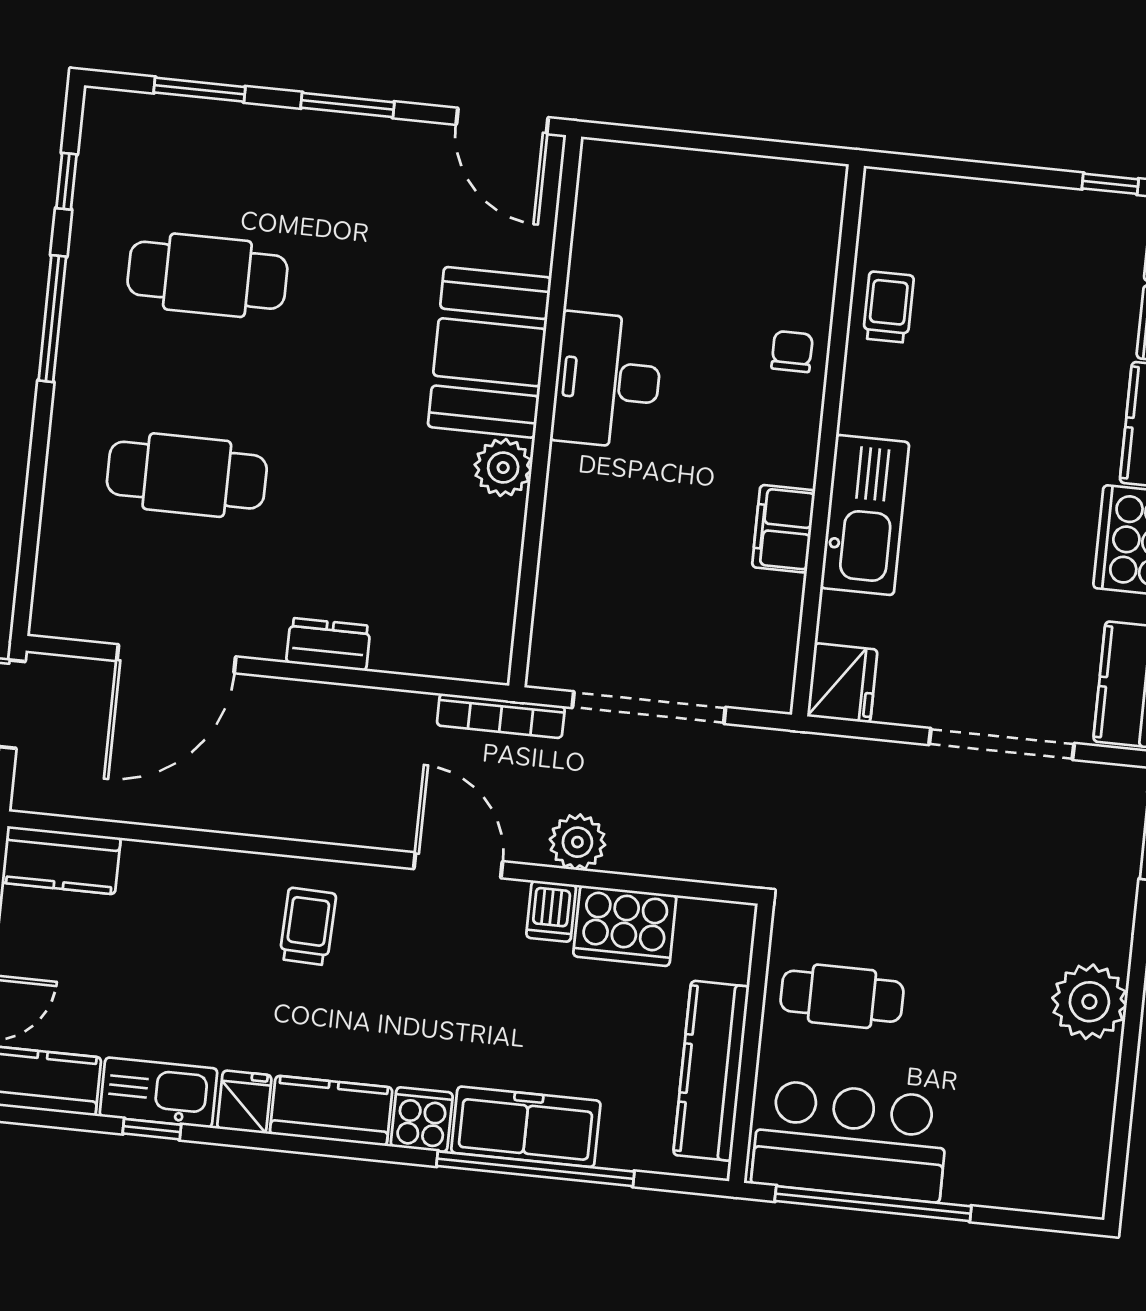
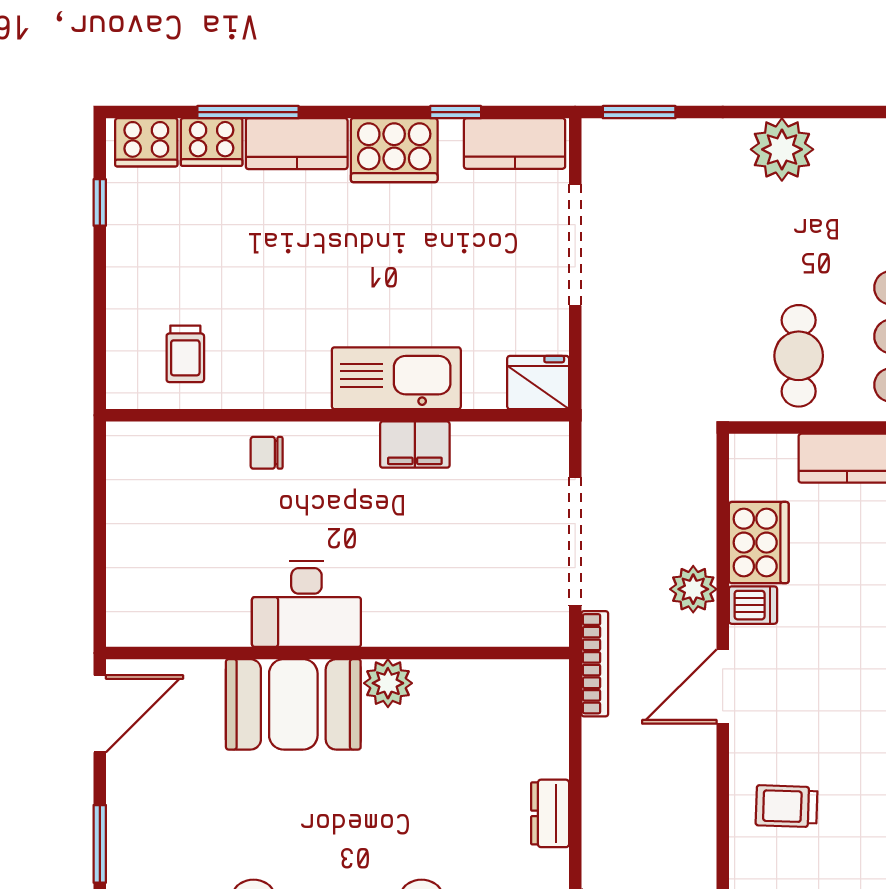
trolley: (888, 307) -> (185, 354), moved, turned -90

